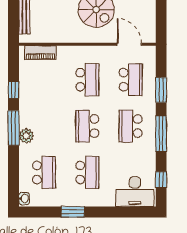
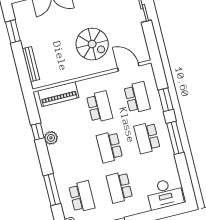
piano: (40, 53) -> (58, 94), width x1.37, depth x1.33
window: (14, 128) -> (52, 190), moved
plant: (26, 136) -> (51, 138), moved
school desk: (87, 172) -> (119, 187), turned 180
window: (161, 180) -> (185, 178), removed

